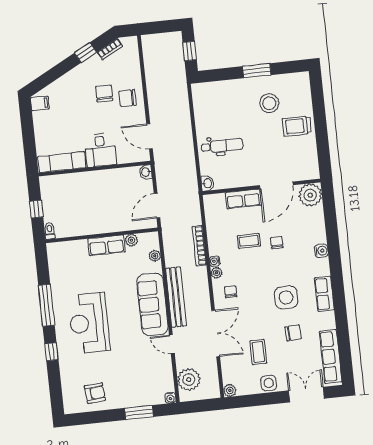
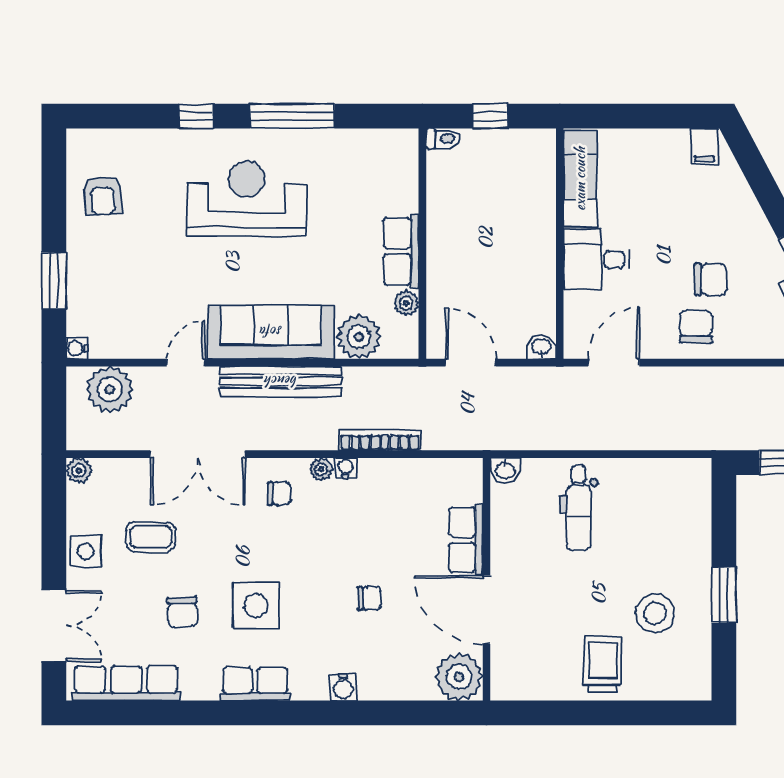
coffee table: (249, 241) -> (379, 542), removed
plant: (155, 256) -> (359, 337), width x1.88, depth x1.88

